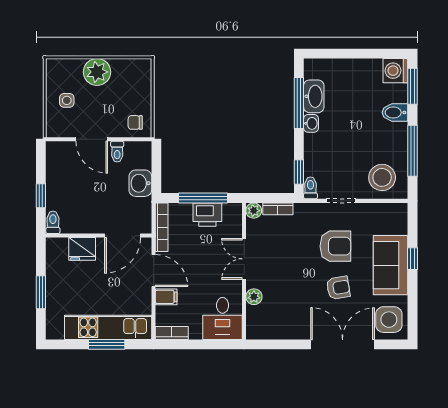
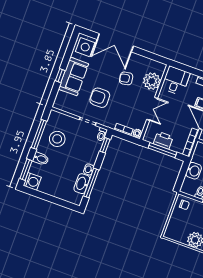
stool: (382, 177) -> (57, 139), moved
armchair: (338, 288) -> (126, 78), moved
plant: (254, 297) -> (152, 81), width x1.88, depth x1.88

